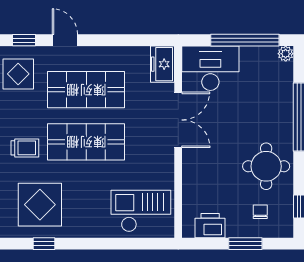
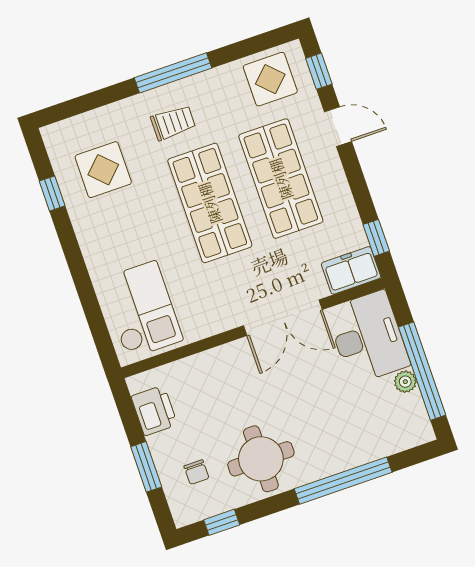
door: (65, 40) -> (338, 127), hinge flipped
window: (147, 40) -> (376, 238), added
plant: (286, 54) -> (405, 382), moved
trolley: (25, 148) -> (173, 123), turned -90
display table: (40, 205) -> (103, 170), width x0.73, depth x0.73
chair: (260, 212) -> (196, 472), turned 90

